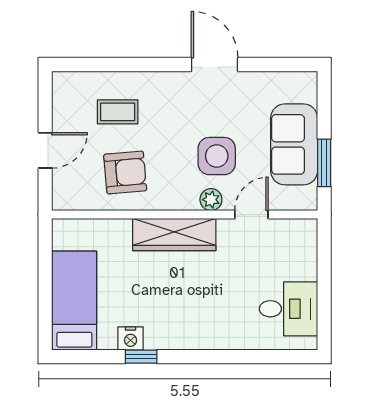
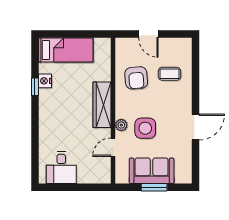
coffee table: (118, 112) -> (169, 74), turned 90
window: (324, 163) -> (154, 187), moved
door: (251, 215) -> (113, 147), swing flipped

